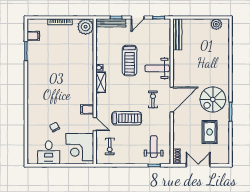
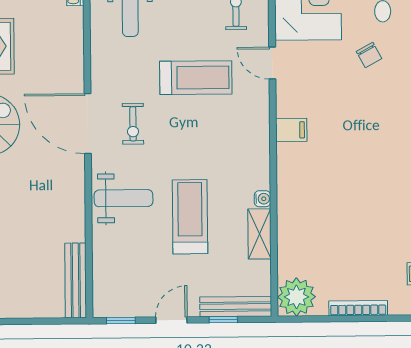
shelving: (101, 82) -> (260, 234), moved
door: (172, 100) -> (88, 124), hinge flipped
filing cabinet: (87, 109) -> (291, 130), moved
treadmill: (127, 118) -> (196, 78), turned 180

